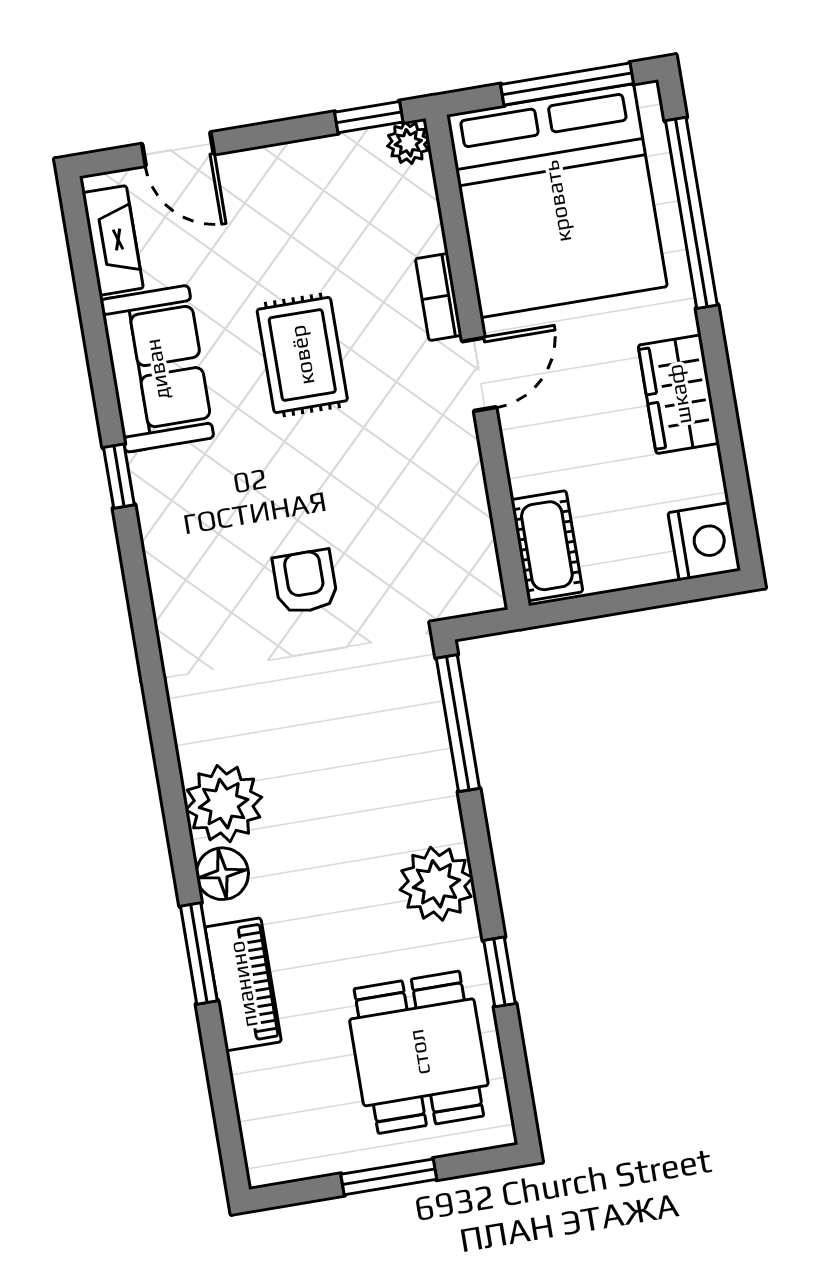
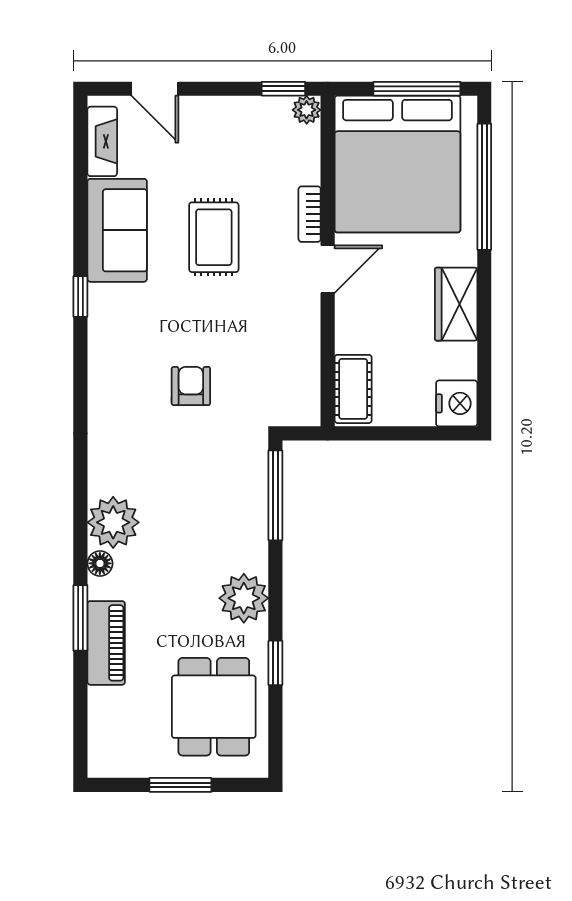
floor lamp: (222, 874) -> (100, 563), width x0.73, depth x0.73

